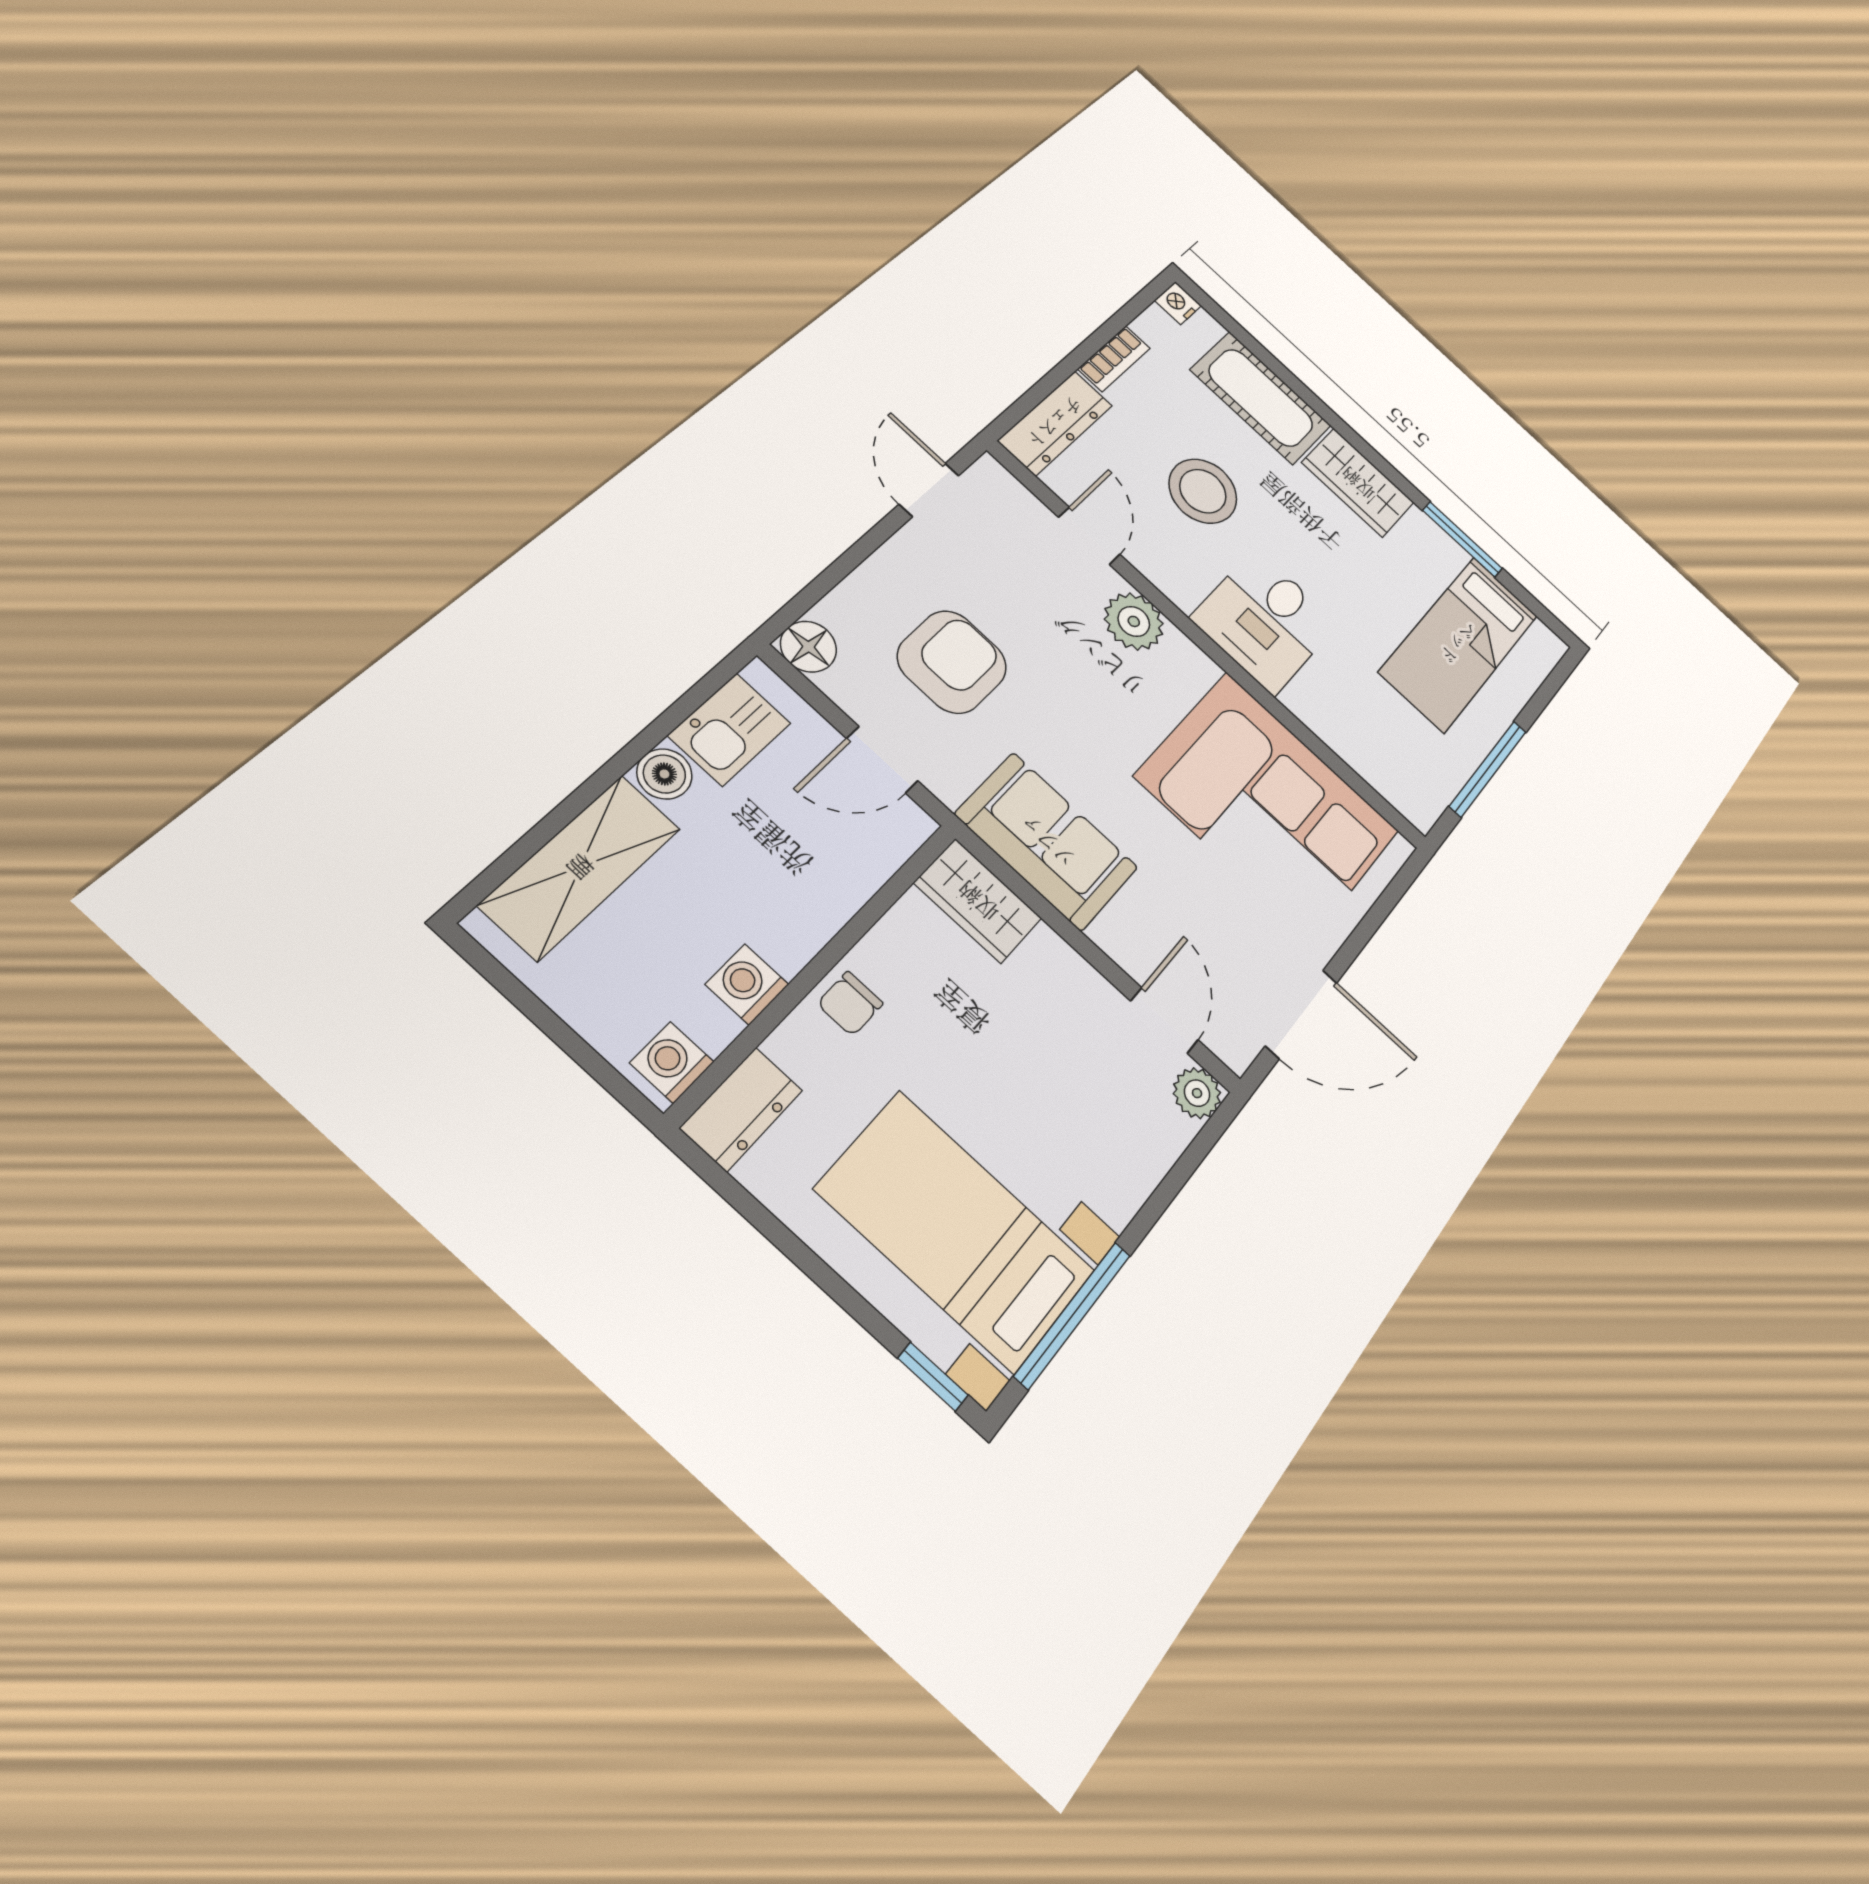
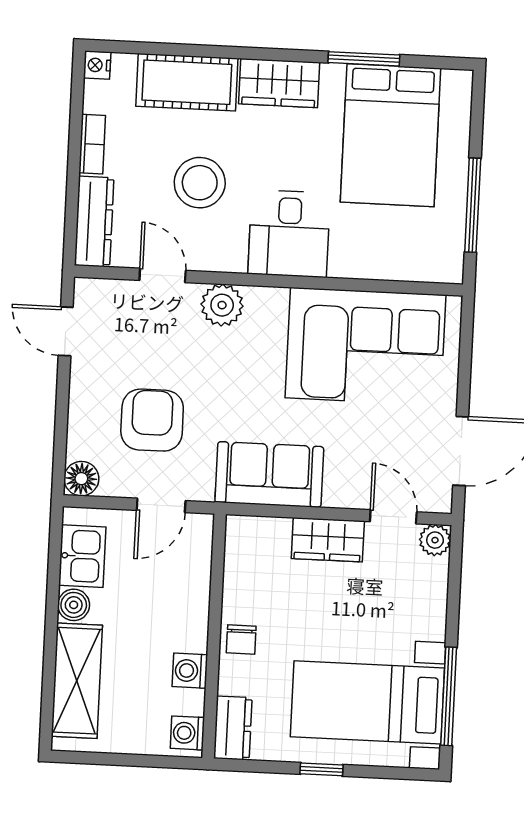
bed: (1459, 643) -> (391, 135), width x1.50
wardrobe: (978, 901) -> (328, 540), moved
window: (933, 1377) -> (322, 769), moved

